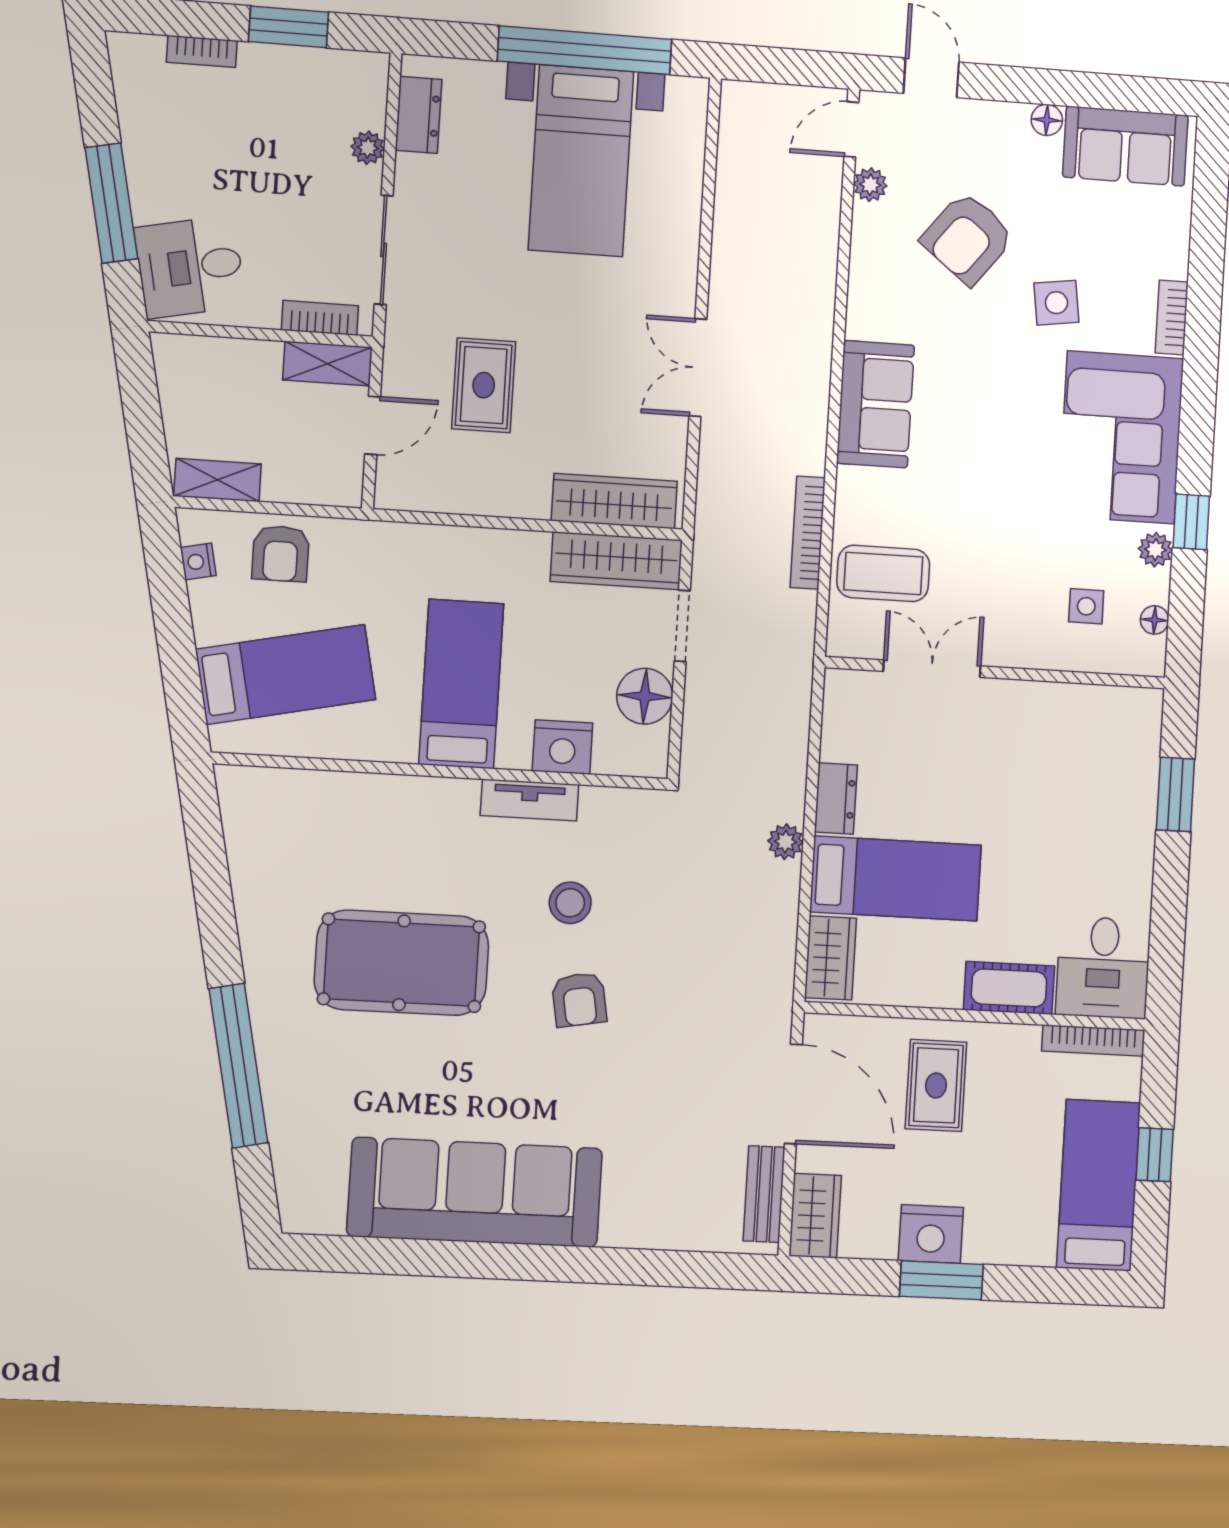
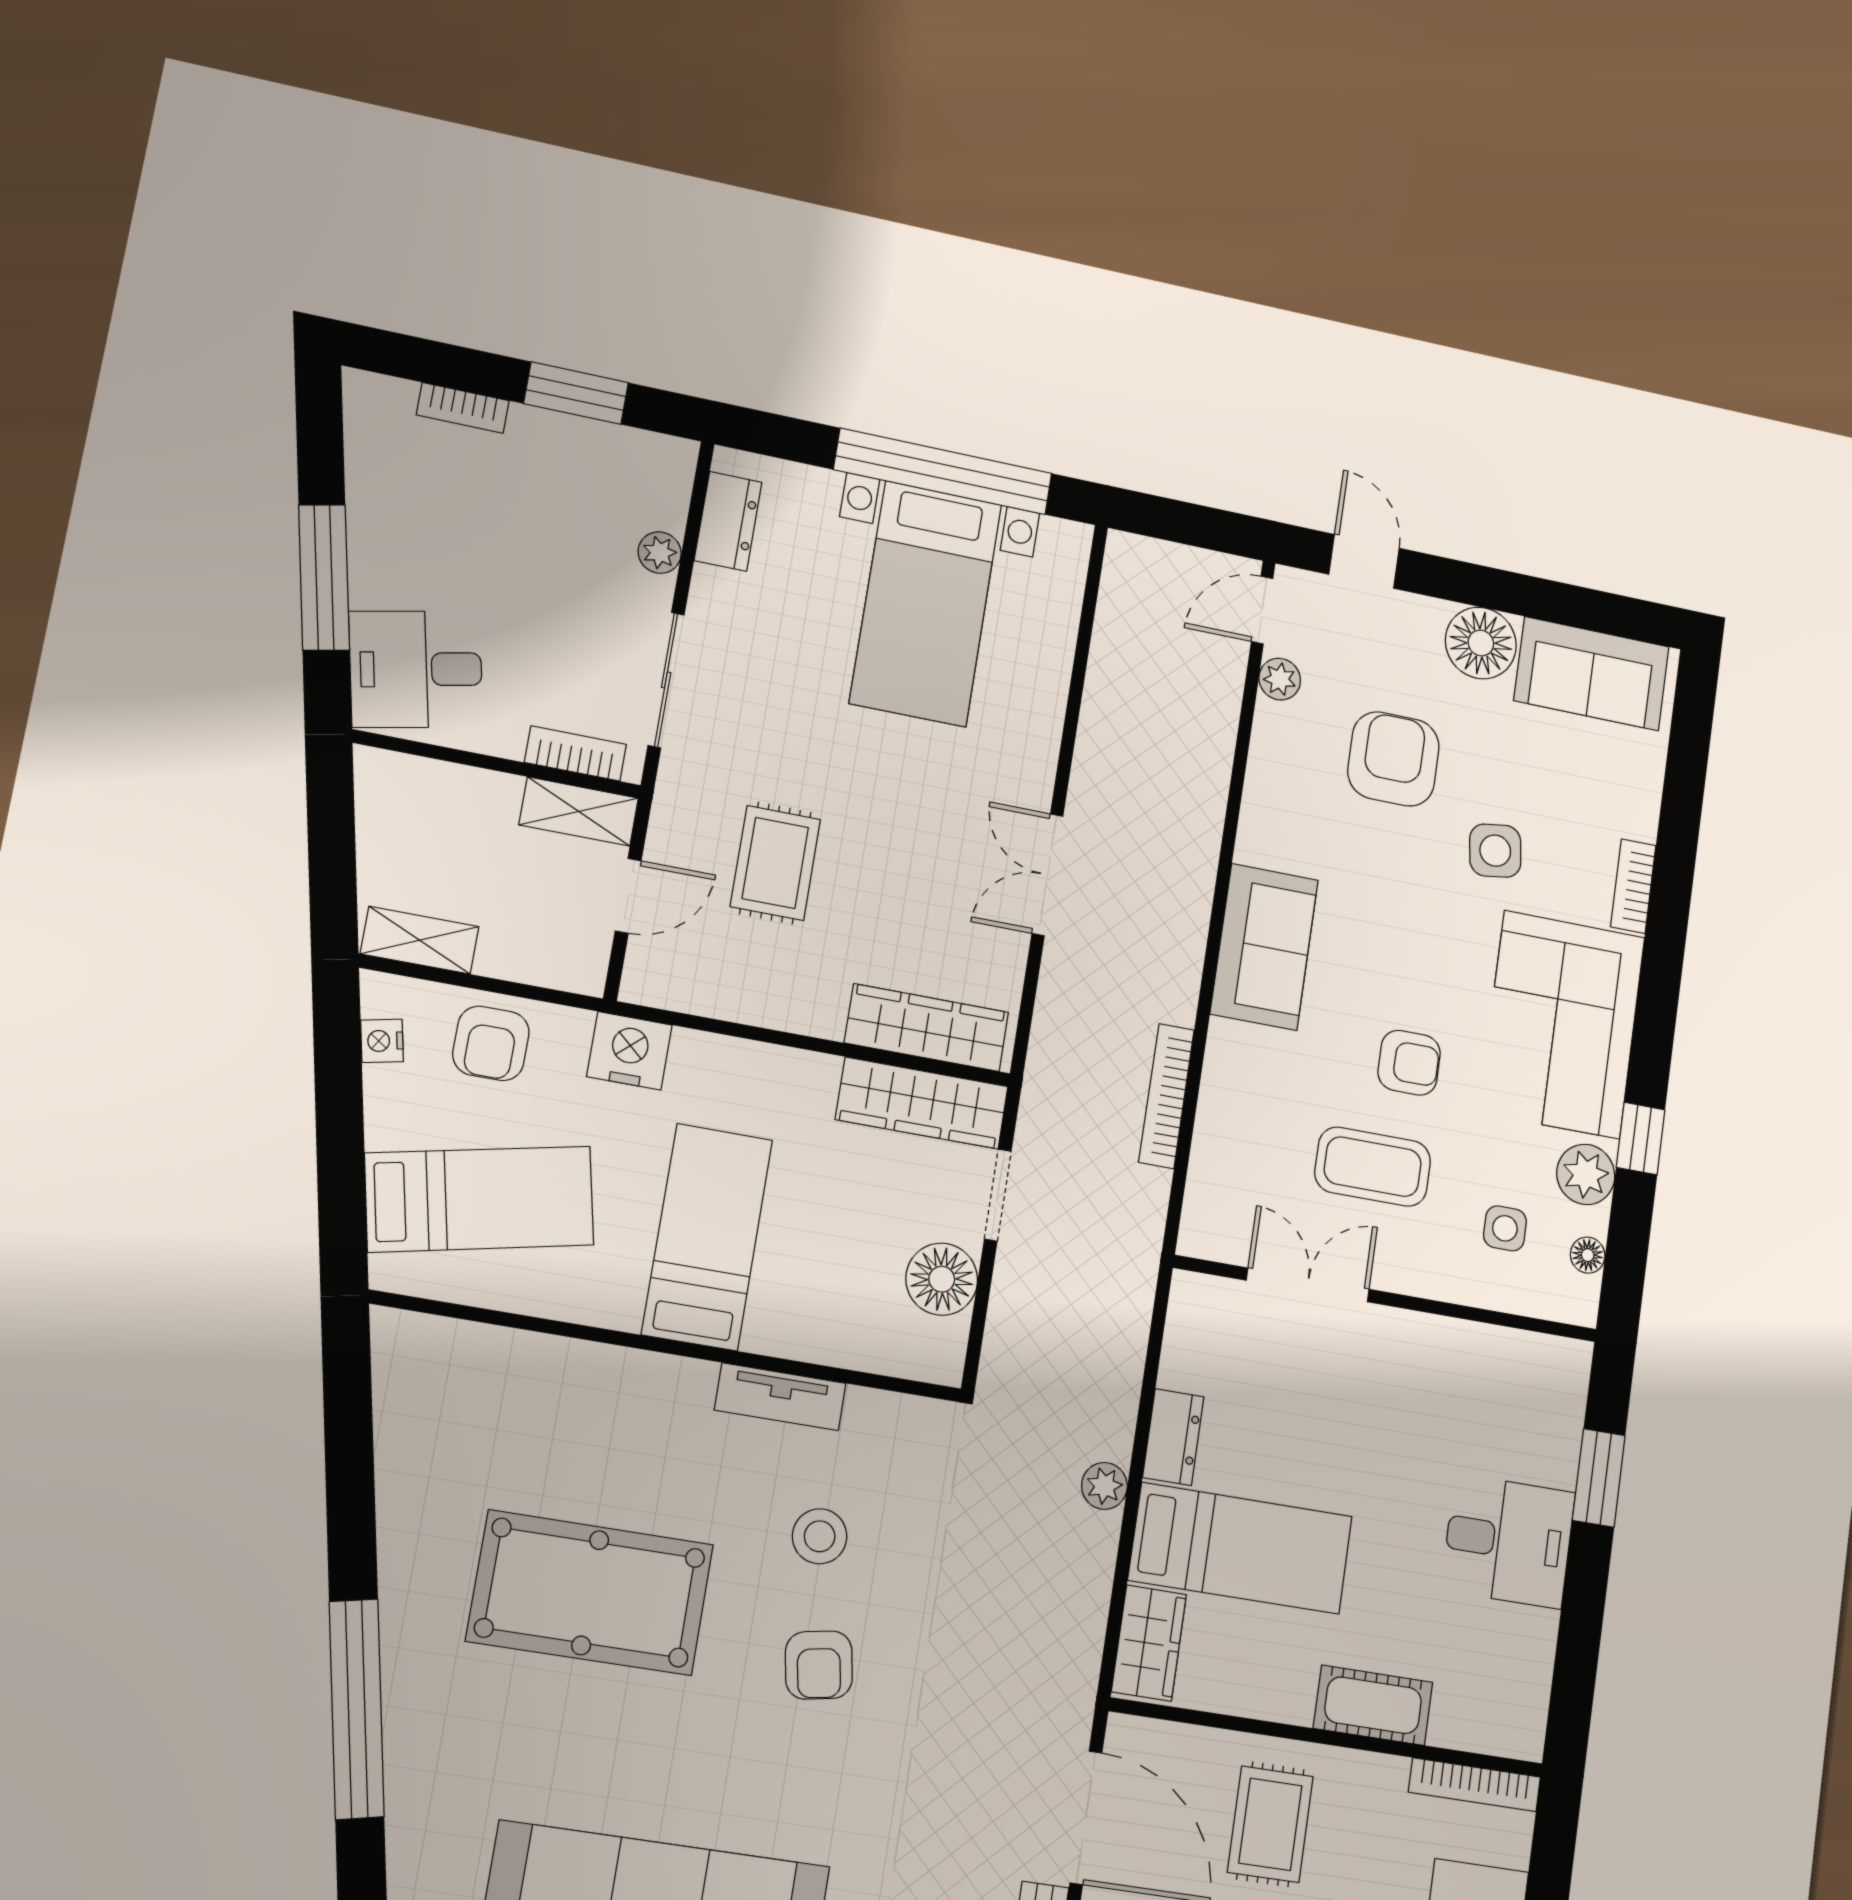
floor lamp: (1047, 120) -> (1481, 643), width x1.89, depth x1.89
armchair: (968, 238) -> (1393, 759), turned 142
armchair: (999, 483) -> (1409, 1063), added
plant: (1155, 550) -> (1586, 1174), width x1.38, depth x1.38
coffee table: (883, 573) -> (1373, 1167), moved
nightstand: (562, 747) -> (629, 1051), moved, turned 180
desk: (1103, 967) -> (1508, 1541), moved, turned -90

